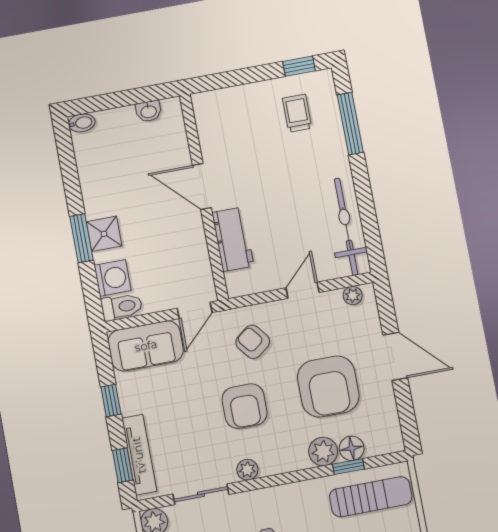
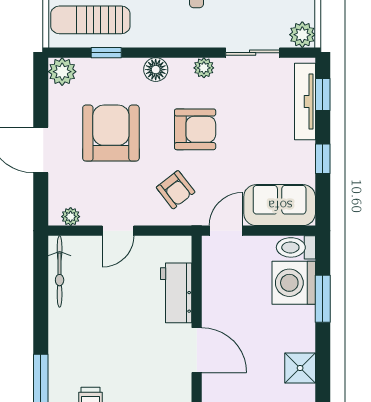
bicycle: (346, 227) -> (60, 271), width x0.73, depth x0.71
shower: (104, 234) -> (300, 368), moved
window: (81, 238) -> (323, 299), moved
washing machine: (113, 278) -> (294, 283), width x1.37, depth x1.37
armchair: (245, 406) -> (195, 129), turned 90
floor lamp: (352, 448) -> (156, 70), moved
plant: (323, 452) -> (62, 72), moved

